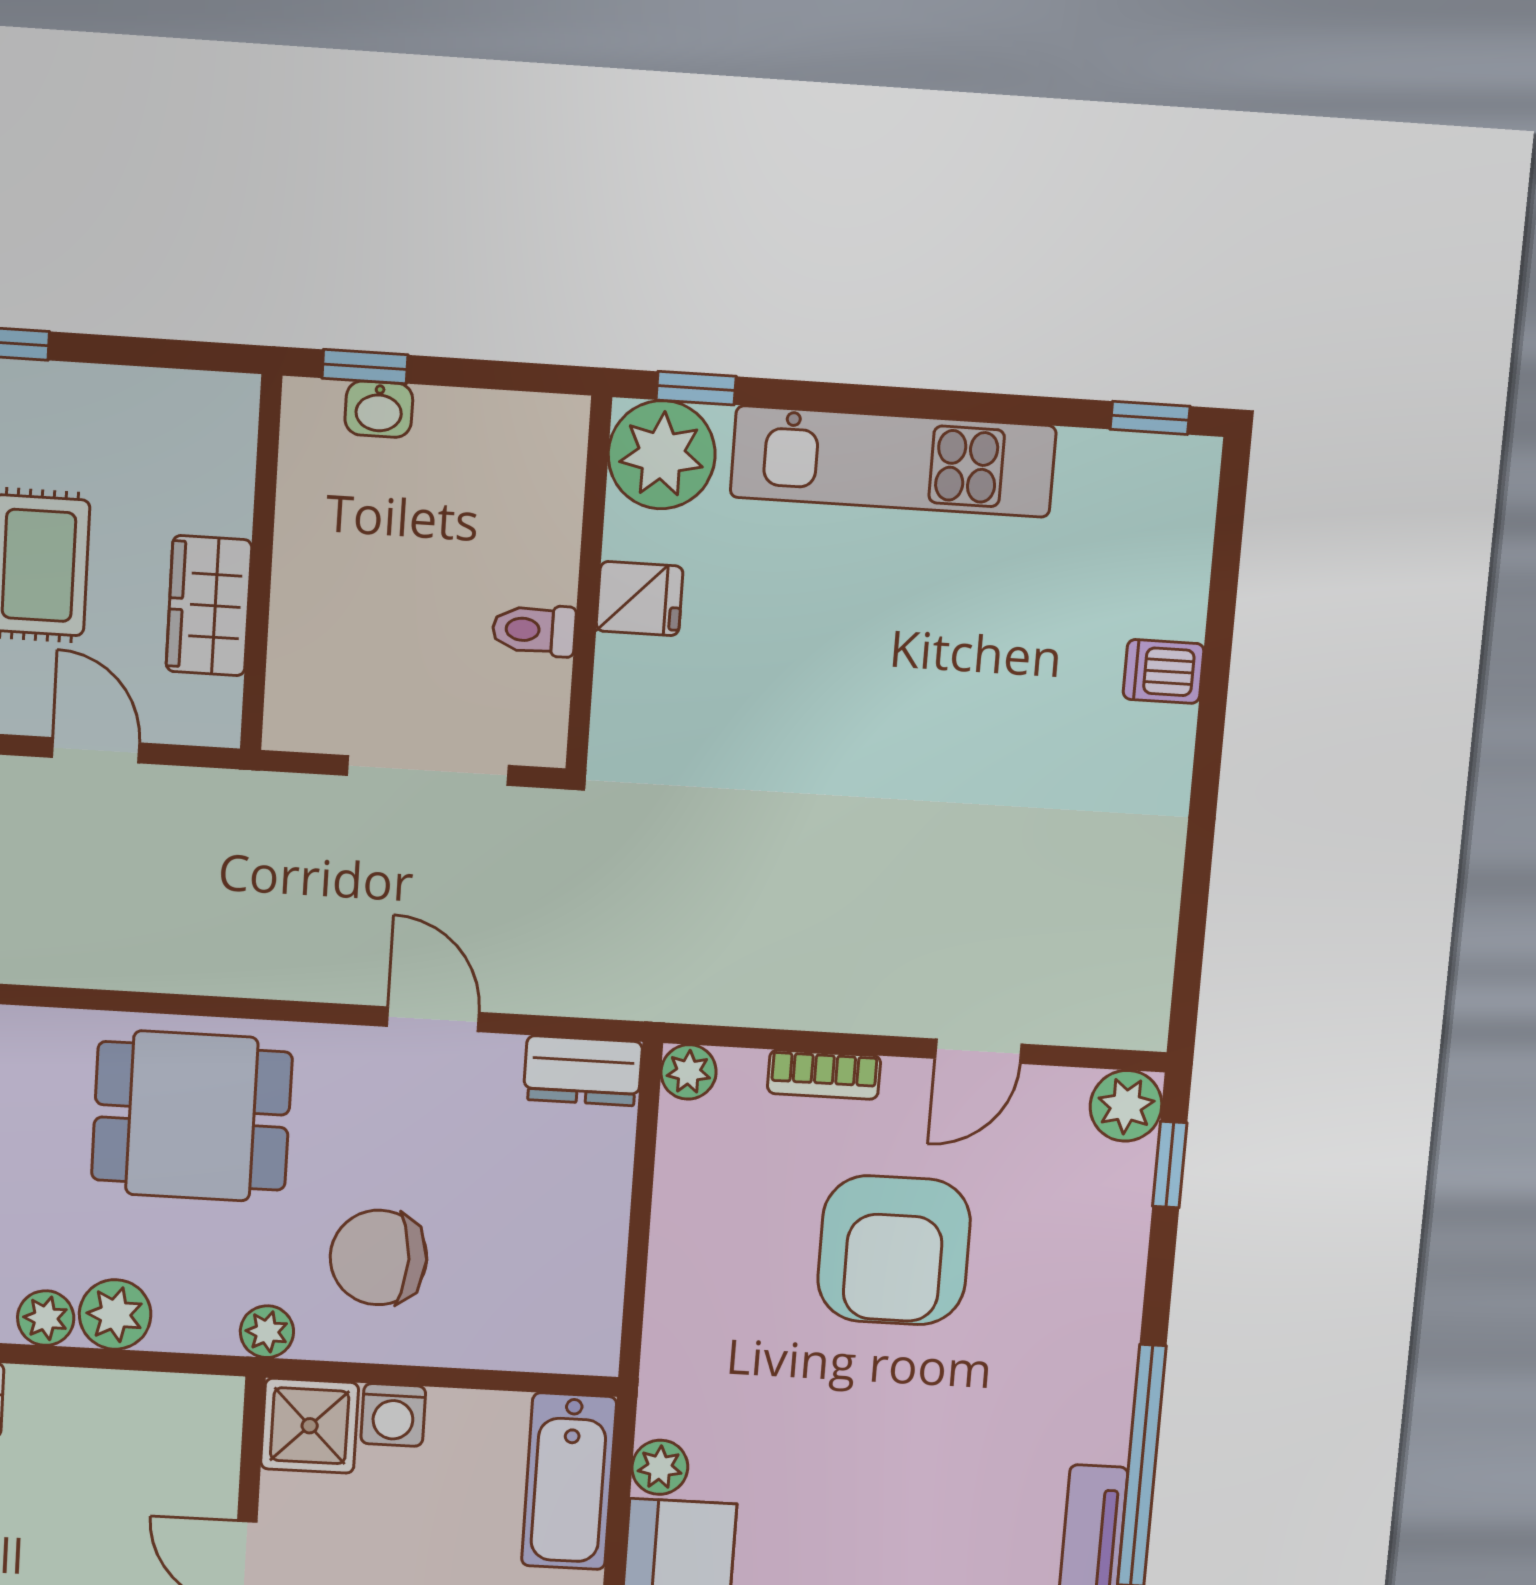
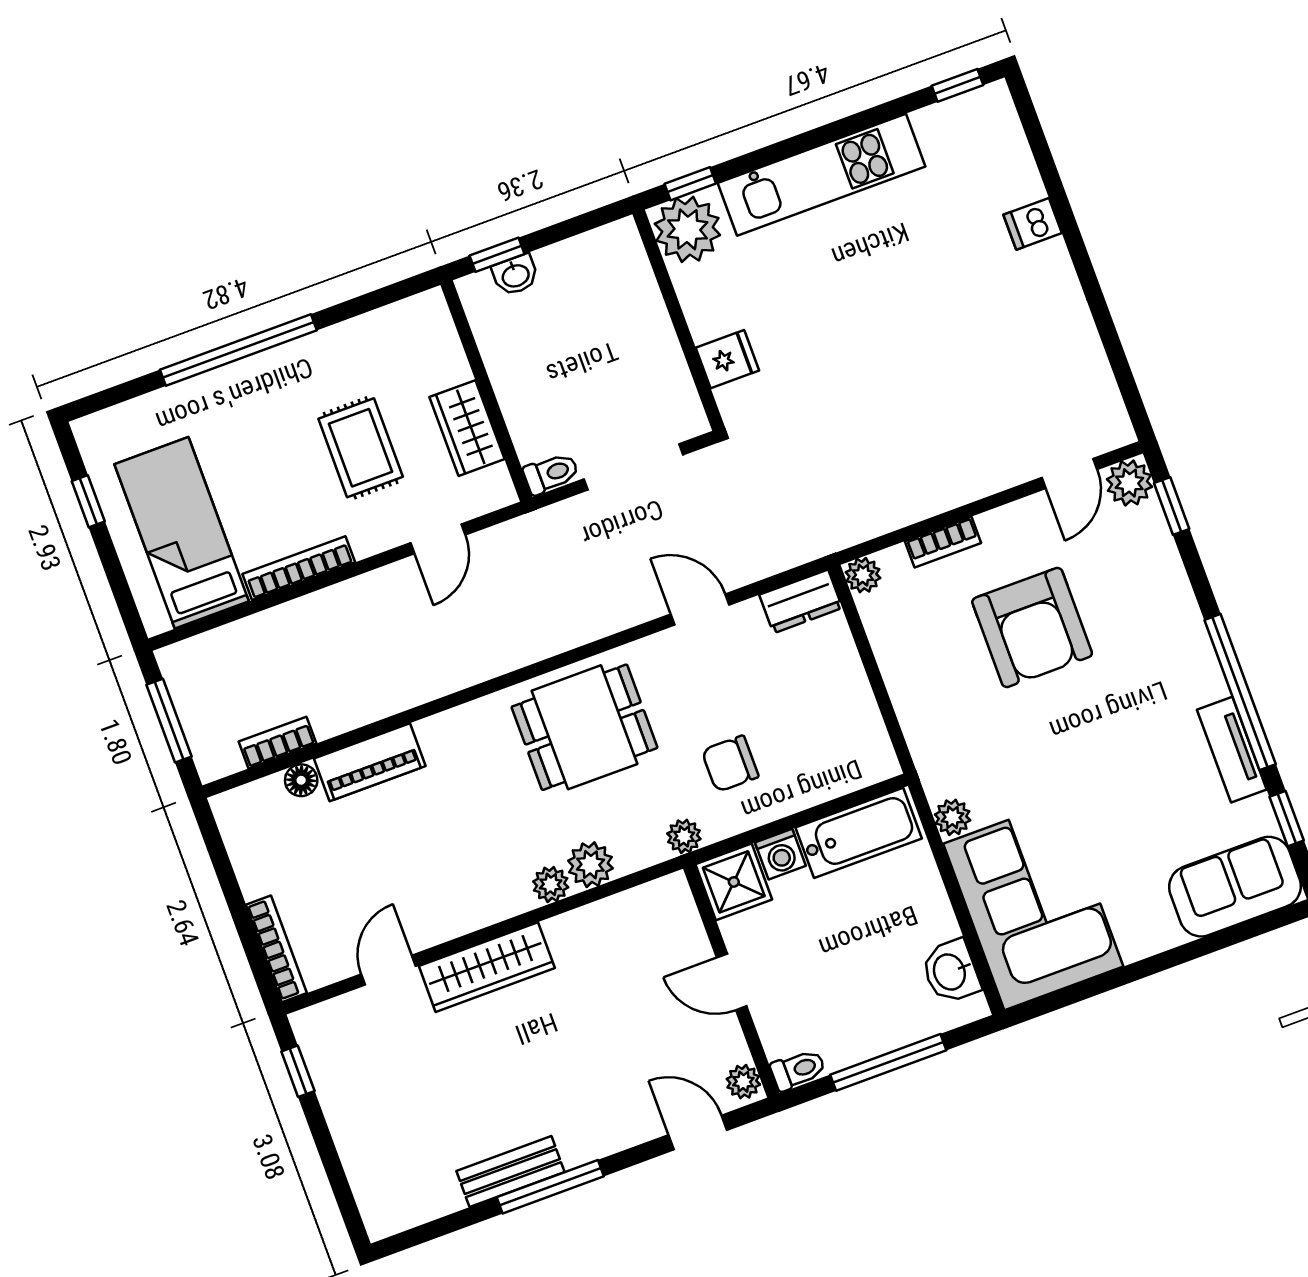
fridge: (640, 599) -> (727, 359), moved
toilet: (534, 630) -> (551, 473), moved, turned 180
door: (96, 750) -> (438, 539), swing flipped
door: (978, 1051) -> (1069, 474), moved
chair: (378, 1257) -> (730, 764), width x0.73, depth x0.73
bathtub: (569, 1481) -> (859, 833), moved, turned -90

